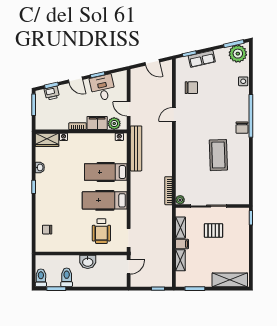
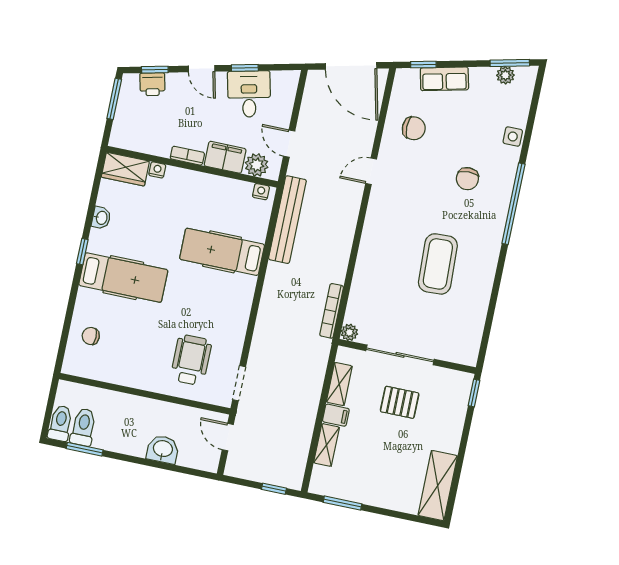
plant: (238, 54) -> (505, 75), width x0.53, depth x0.53
door: (152, 62) -> (351, 66), width x1.88
chair: (242, 128) -> (467, 179), moved
hospital bed: (105, 200) -> (123, 278), moved, turned 180
wheelchair: (101, 231) -> (191, 360), turned 180
washbasin: (88, 262) -> (163, 449), moved, turned 180
door: (129, 267) -> (228, 437), swing flipped
toilet: (67, 277) -> (83, 427), moved
shelving: (230, 280) -> (438, 486), moved, turned 90

